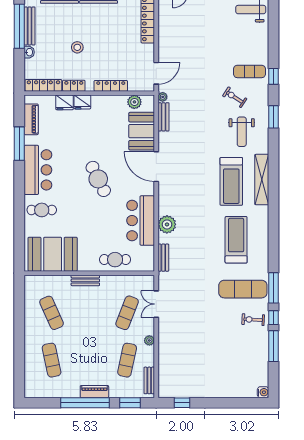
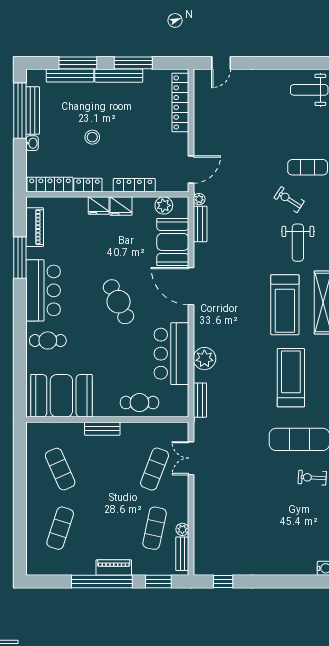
fridge: (65, 102) -> (121, 206), moved
plant: (149, 340) -> (182, 529), moved
exercise mat: (52, 360) -> (60, 528), turned 30

